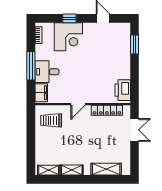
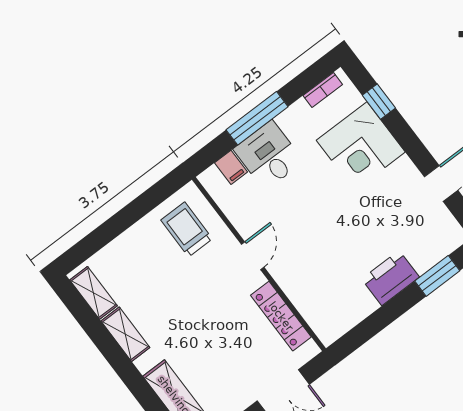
window: (69, 18) -> (379, 102), moved
printer: (123, 90) -> (390, 278), moved
filing cabinet: (41, 93) -> (231, 167), width x0.50
door: (78, 104) -> (253, 256), swing flipped

